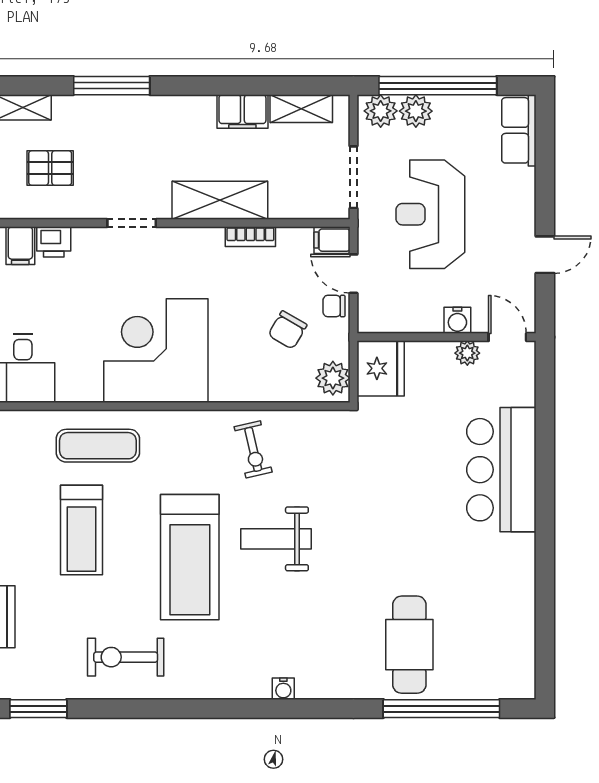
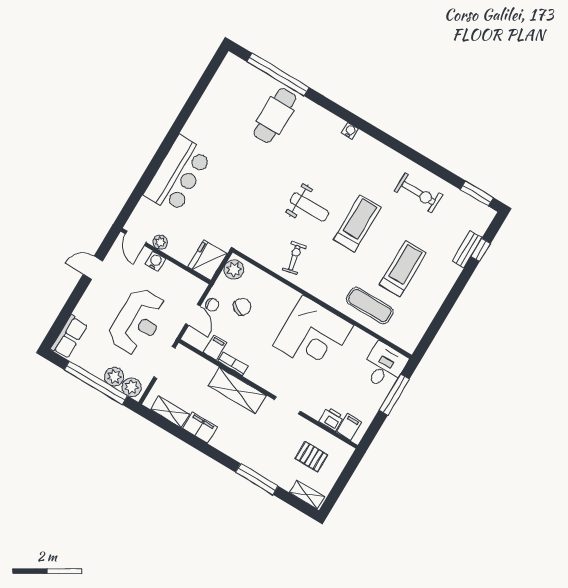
filing cabinet: (332, 240) -> (215, 348), moved, turned -90
treadmill: (190, 557) -> (357, 223), width x0.73, depth x0.73

